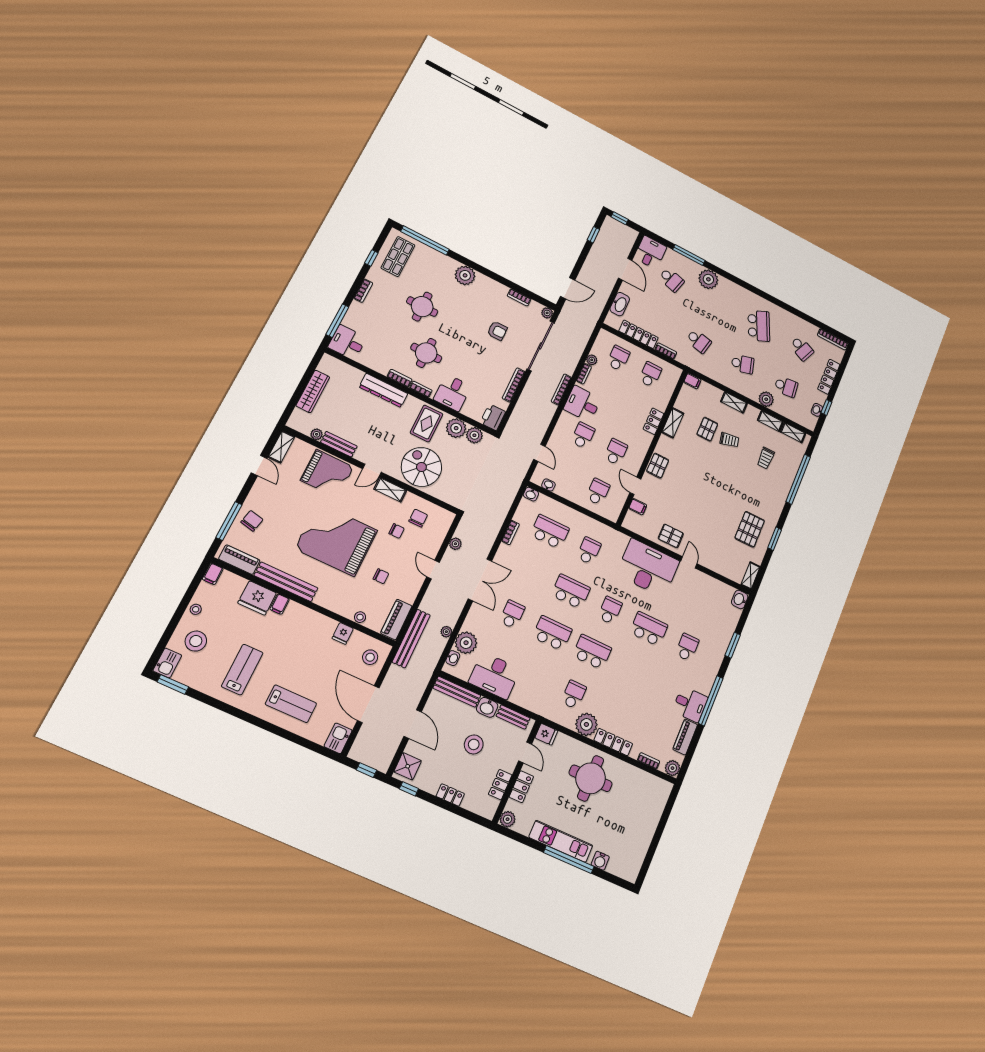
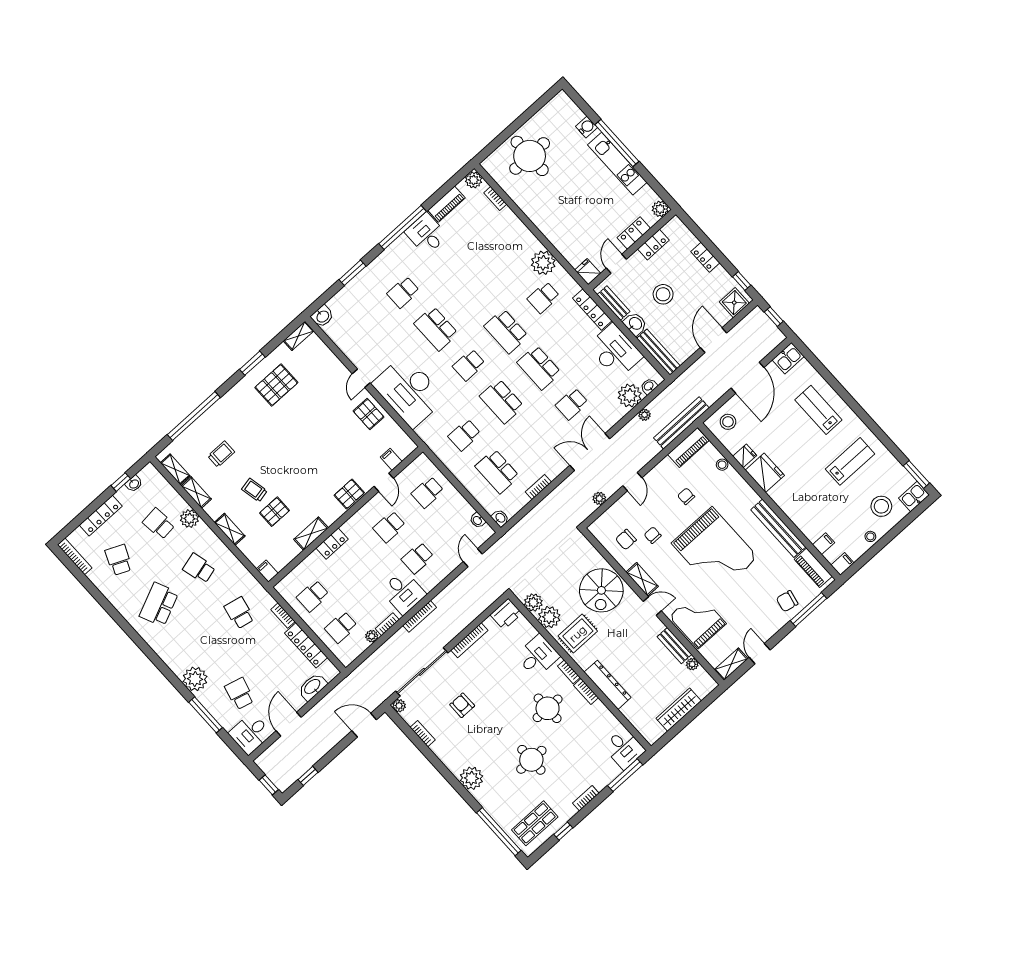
fridge: (257, 598) -> (765, 473), moved
filing cabinet: (280, 604) -> (824, 544), moved
lab bench: (242, 670) -> (850, 461), turned 180
locker: (613, 742) -> (592, 309), moved
round table: (591, 778) -> (530, 156), moved

